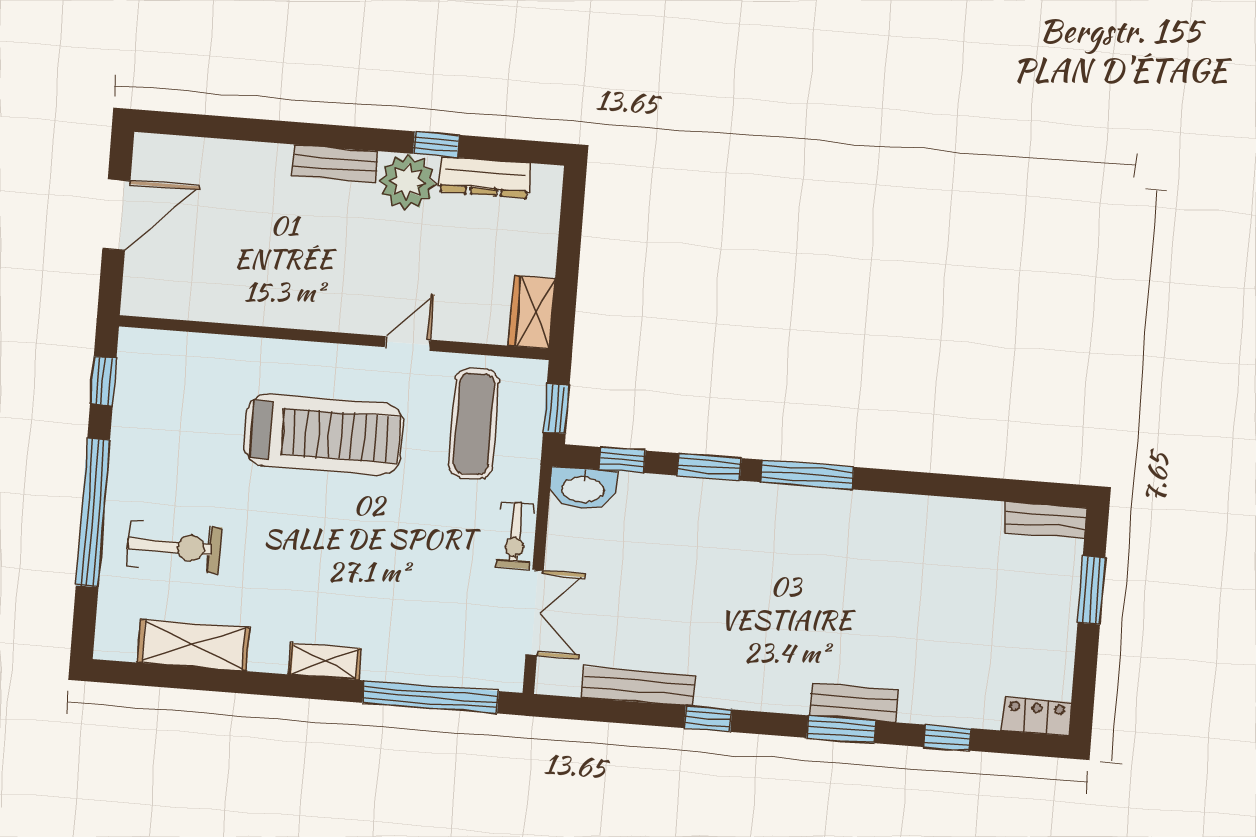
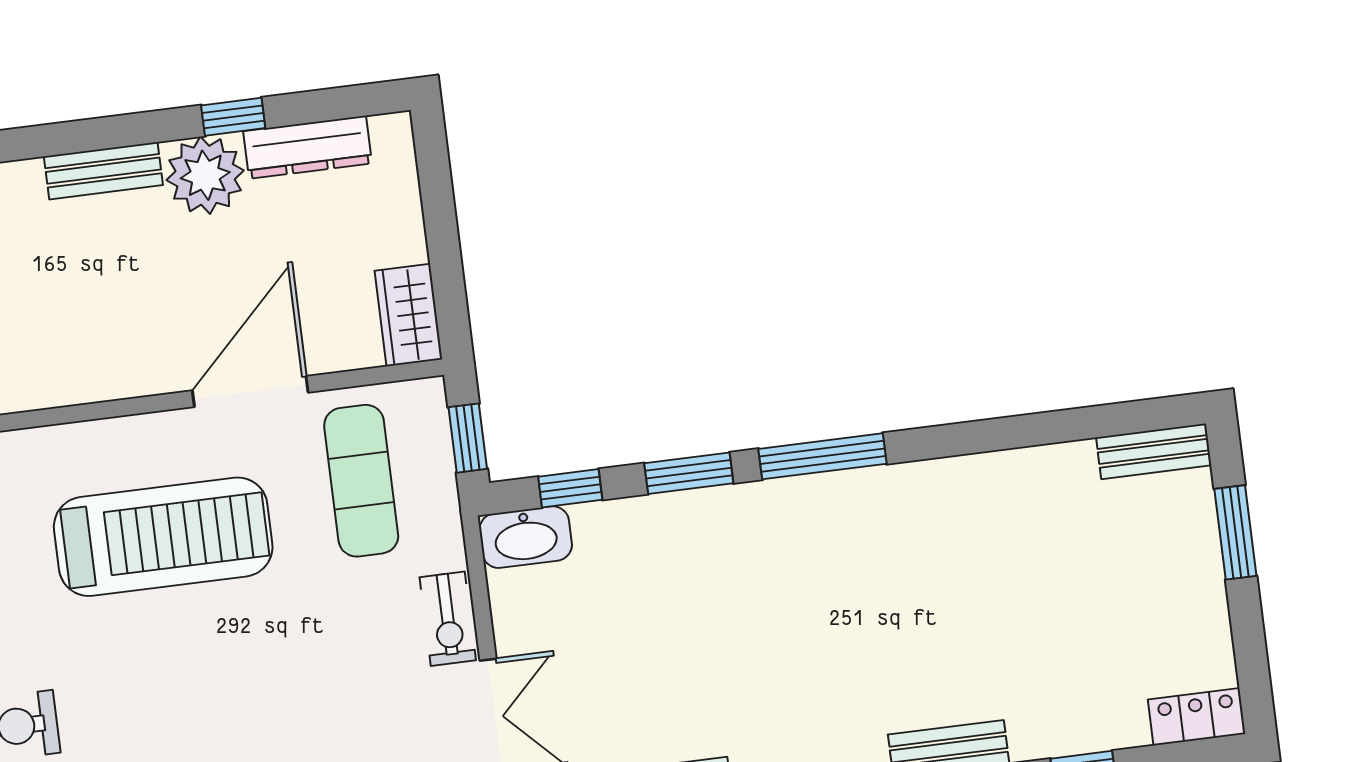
door: (408, 343) -> (250, 392), width x1.87

